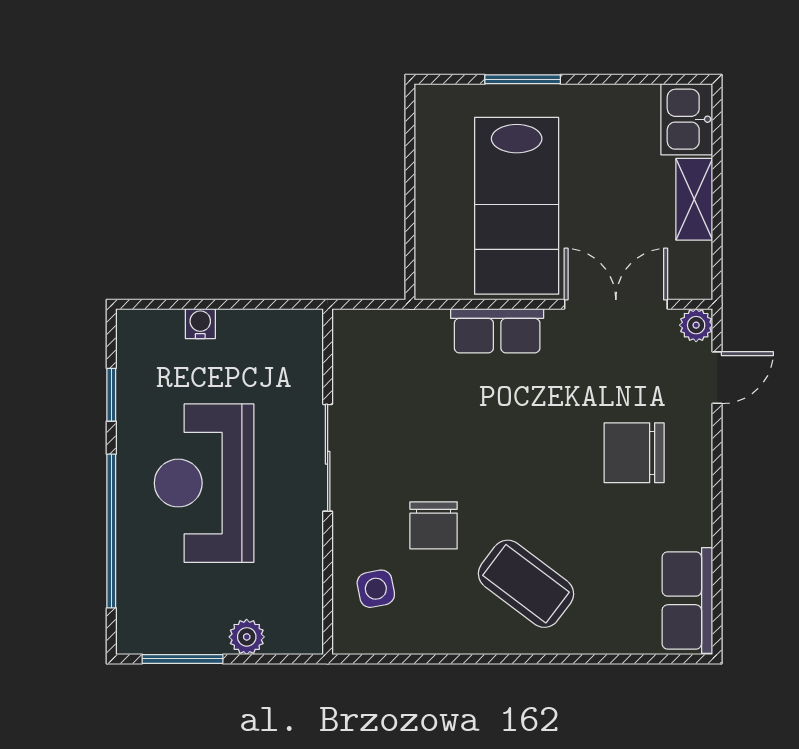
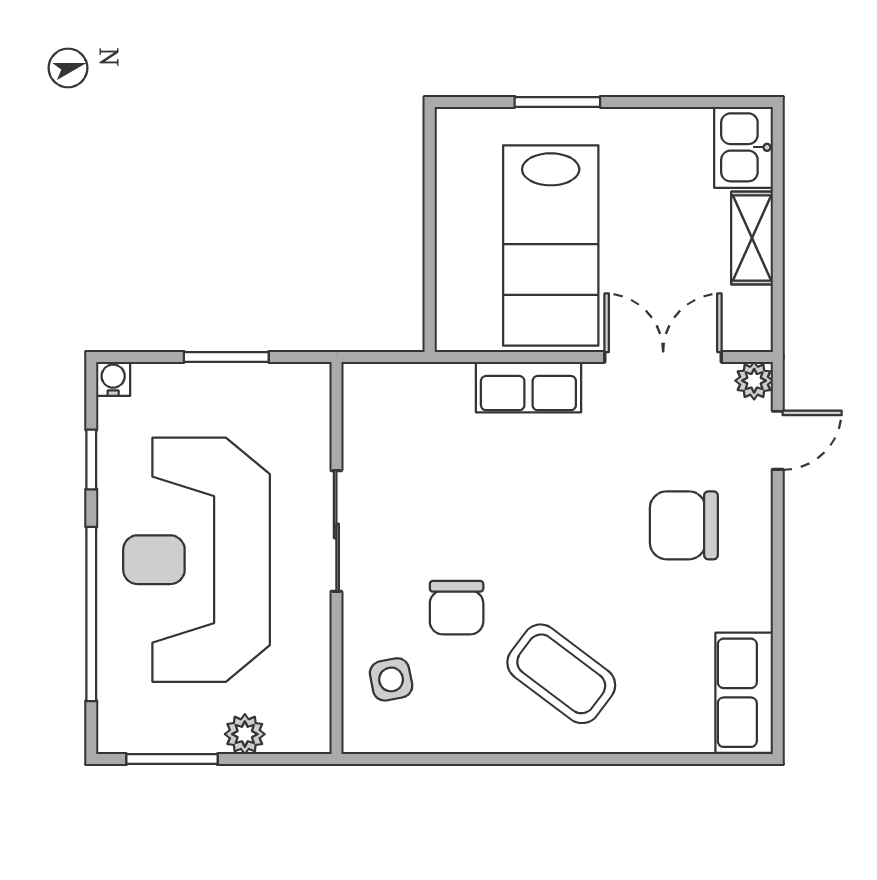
window: (231, 304) -> (226, 357), added
water cooler: (200, 324) -> (113, 379), moved
reception desk: (204, 483) -> (196, 560), width x1.36, depth x1.30

